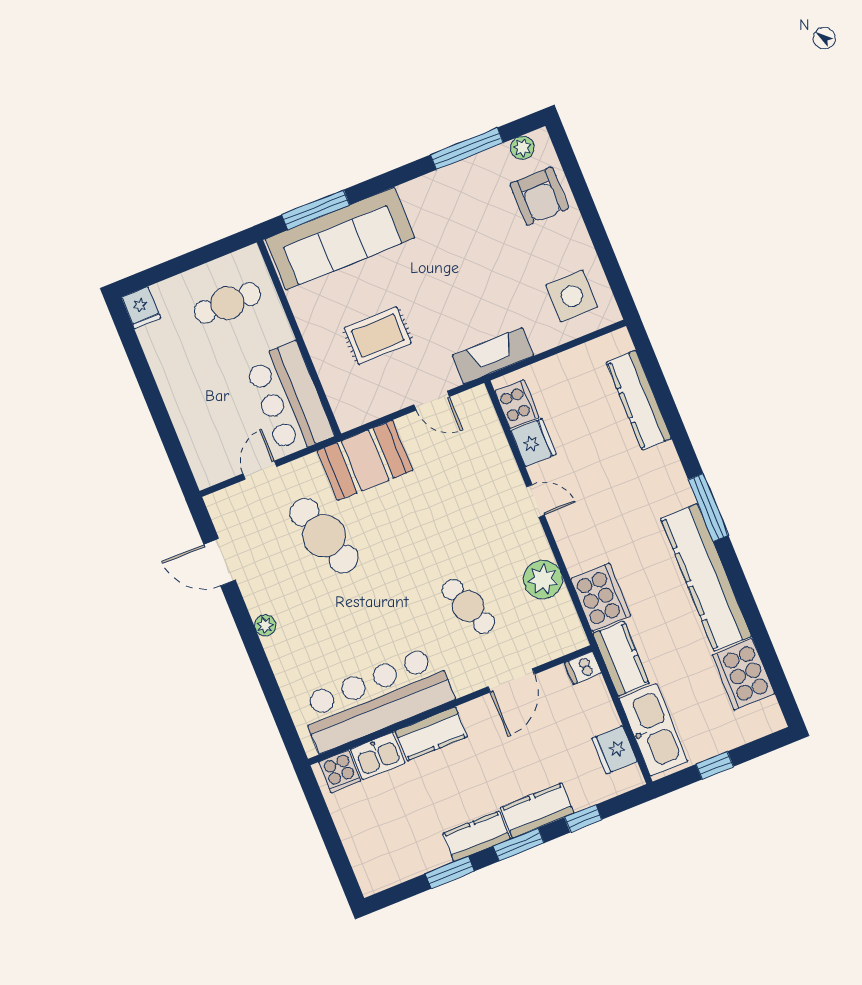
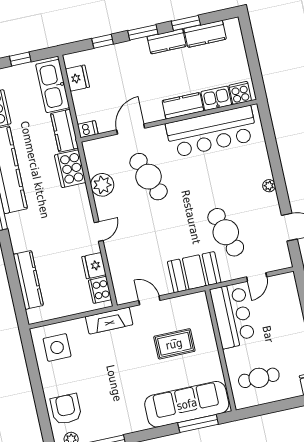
door: (535, 501) -> (99, 231), swing flipped
cafe table: (468, 606) -> (149, 177), width x1.37, depth x1.35
kitchen counter: (537, 810) -> (205, 34), moved

